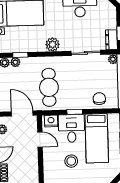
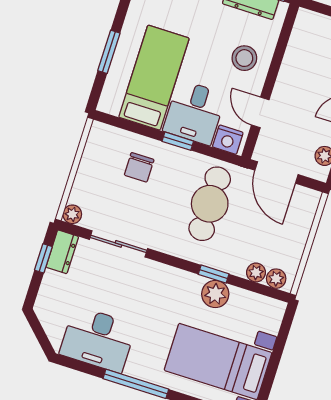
plant: (53, 44) -> (215, 294), moved
window: (20, 55) -> (214, 274), moved
chair: (99, 99) -> (139, 167), moved
stool: (71, 161) -> (244, 58), moved

